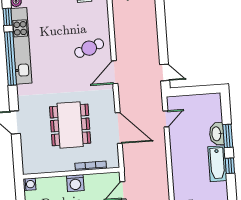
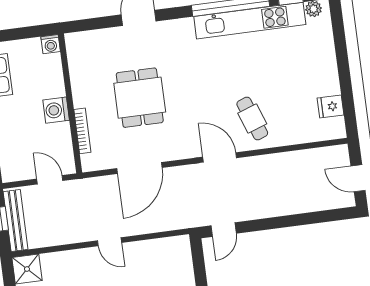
door: (166, 119) -> (110, 242), moved
dining table: (70, 125) -> (140, 98), width x0.73

